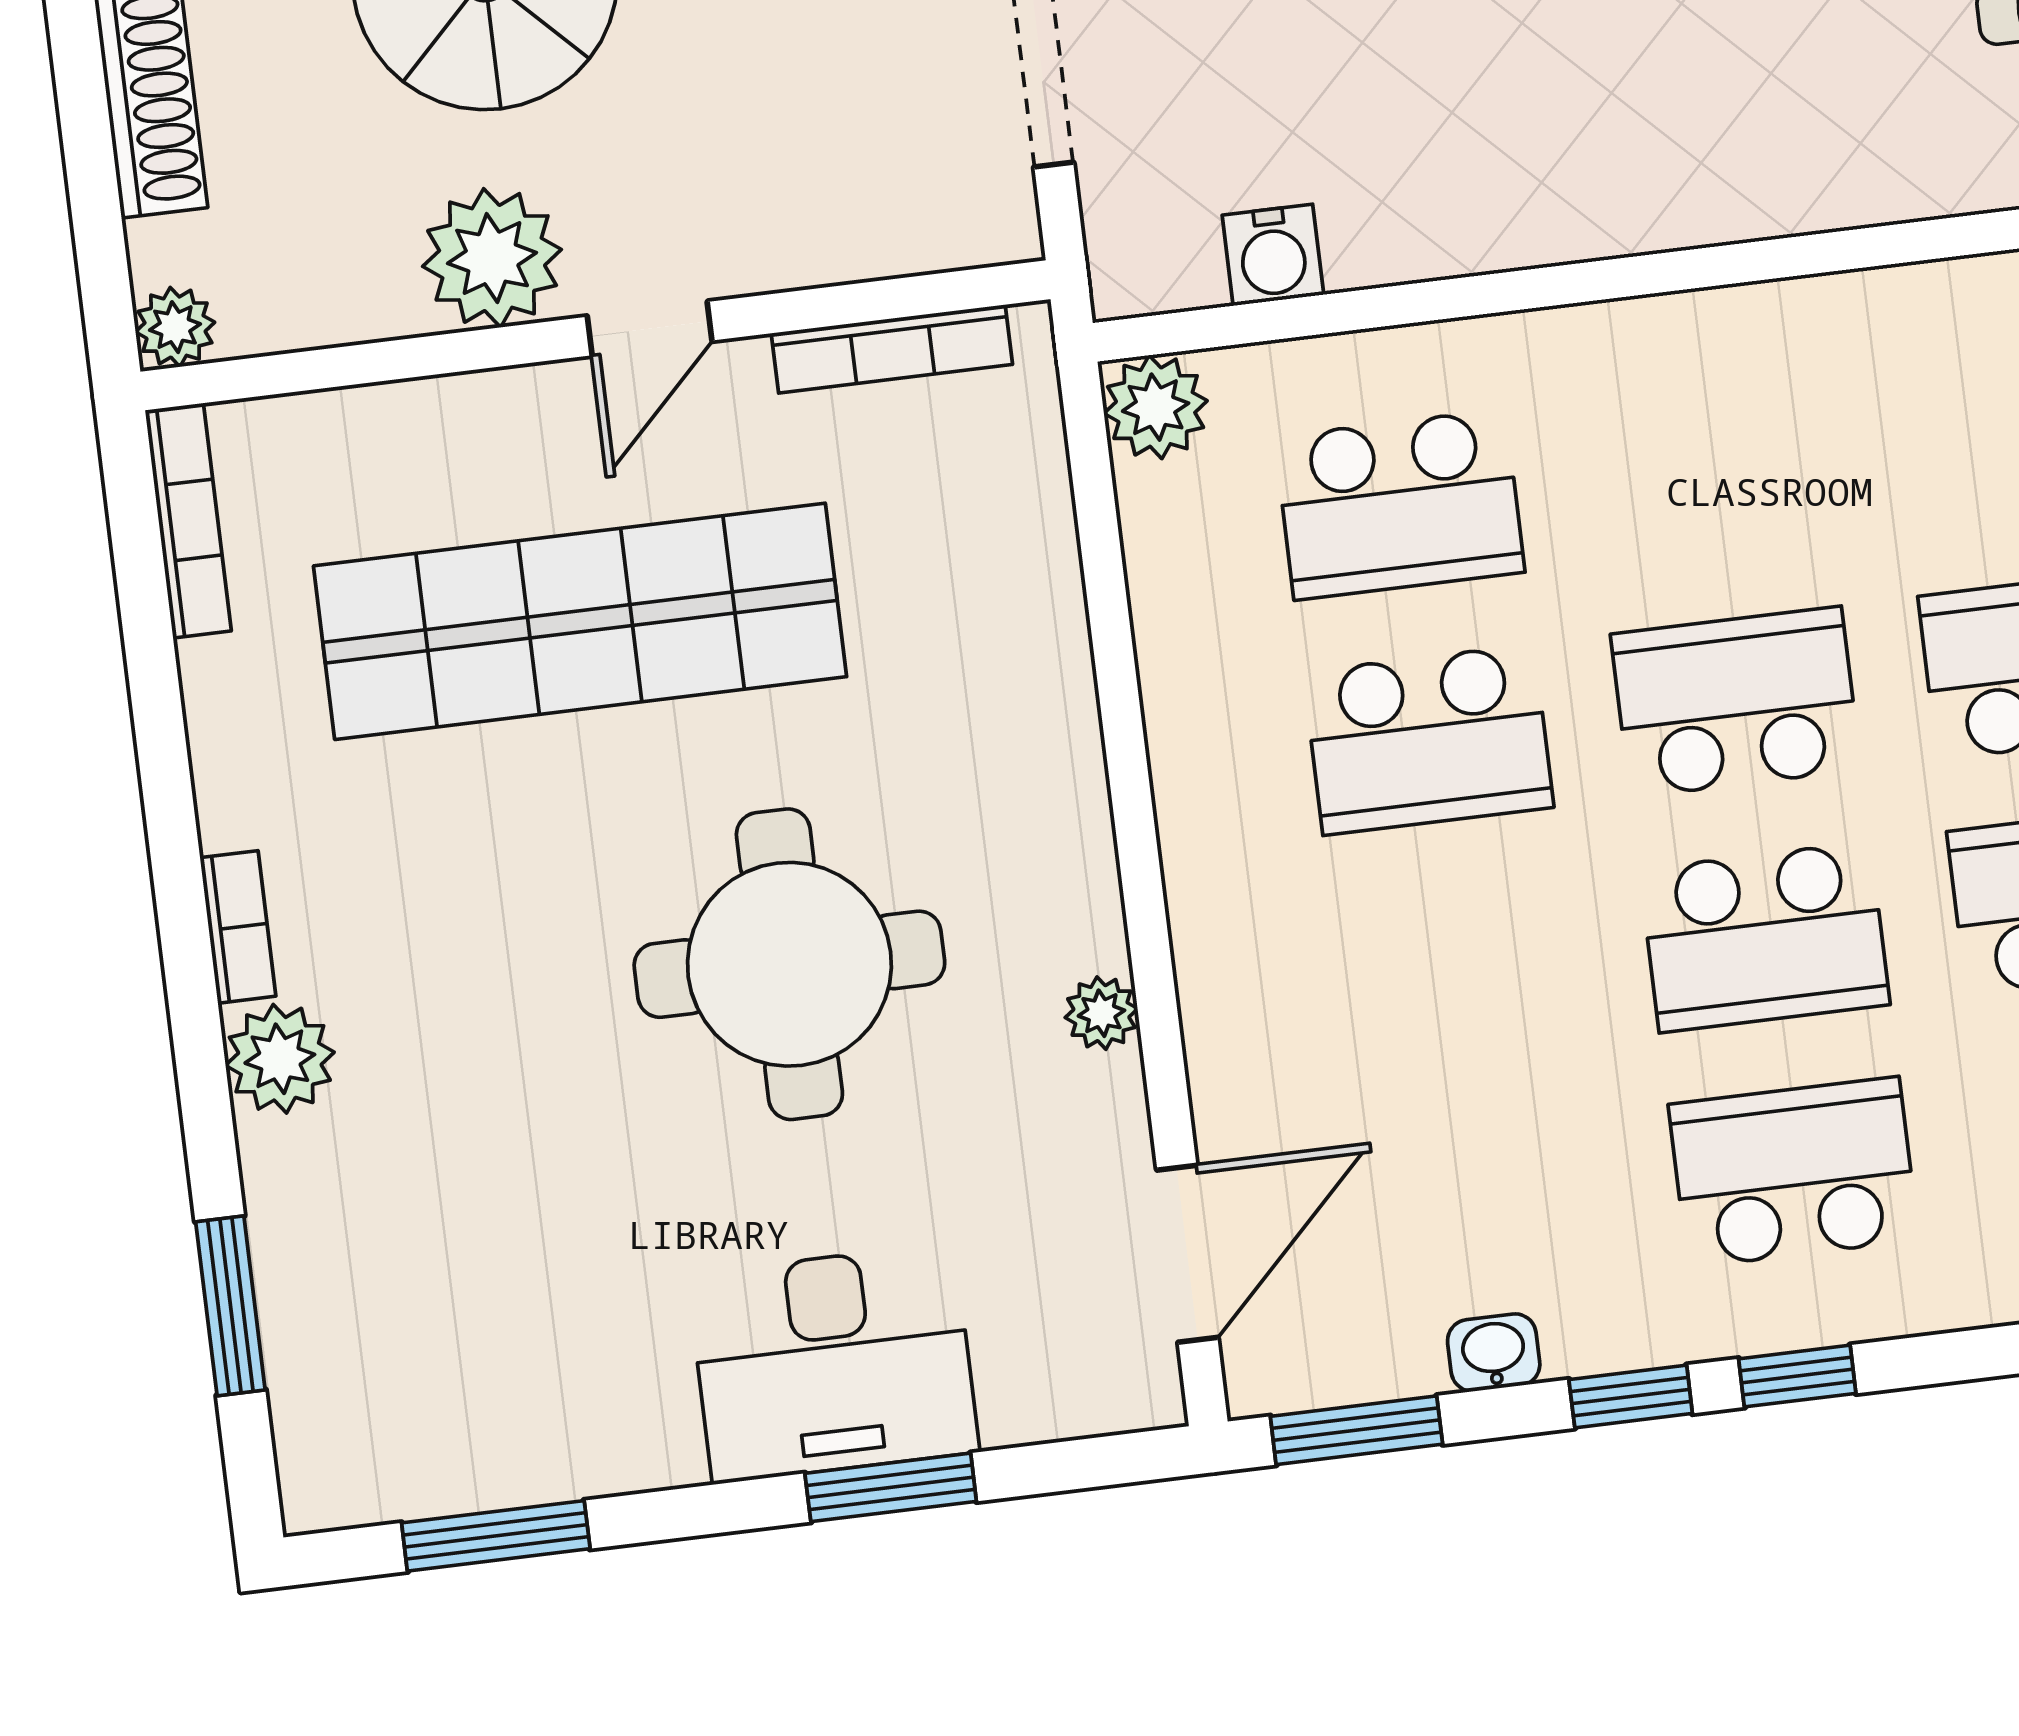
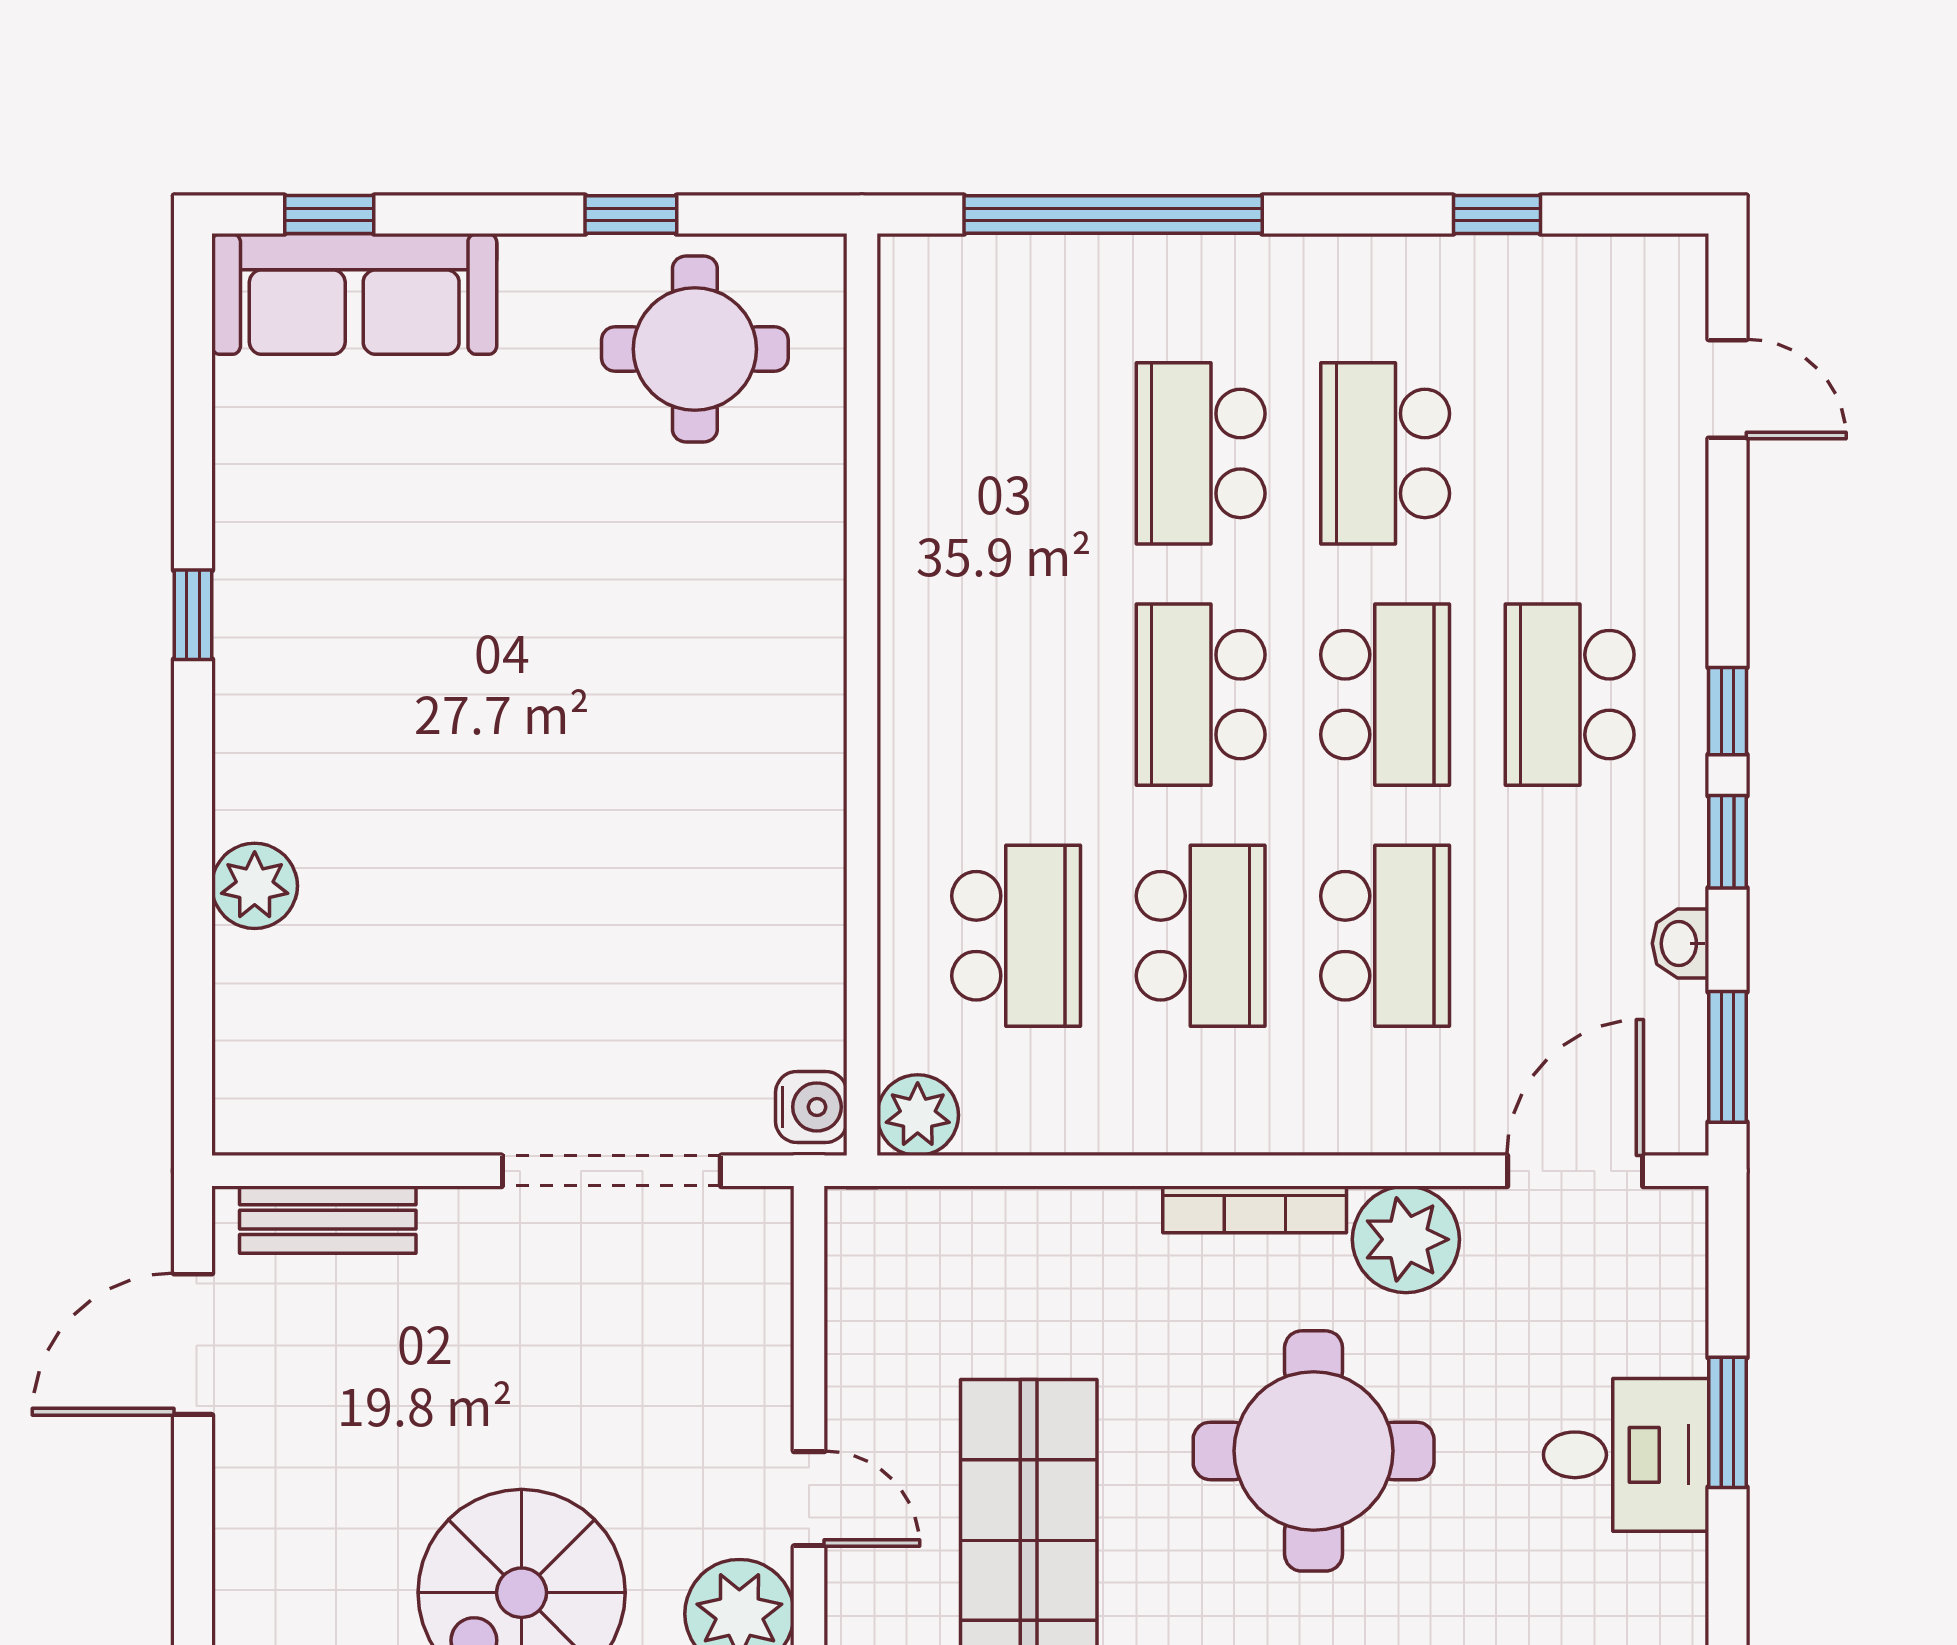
water cooler: (1273, 255) -> (811, 1107), moved
bookcase: (892, 349) -> (1255, 1209), moved, turned 90
school desk: (1457, 975) -> (1385, 936), added
plant: (1101, 1013) -> (1406, 1239), width x1.88, depth x1.88
door: (1187, 1254) -> (1575, 1171), hinge flipped
desk: (833, 1363) -> (1626, 1455), width x0.73

